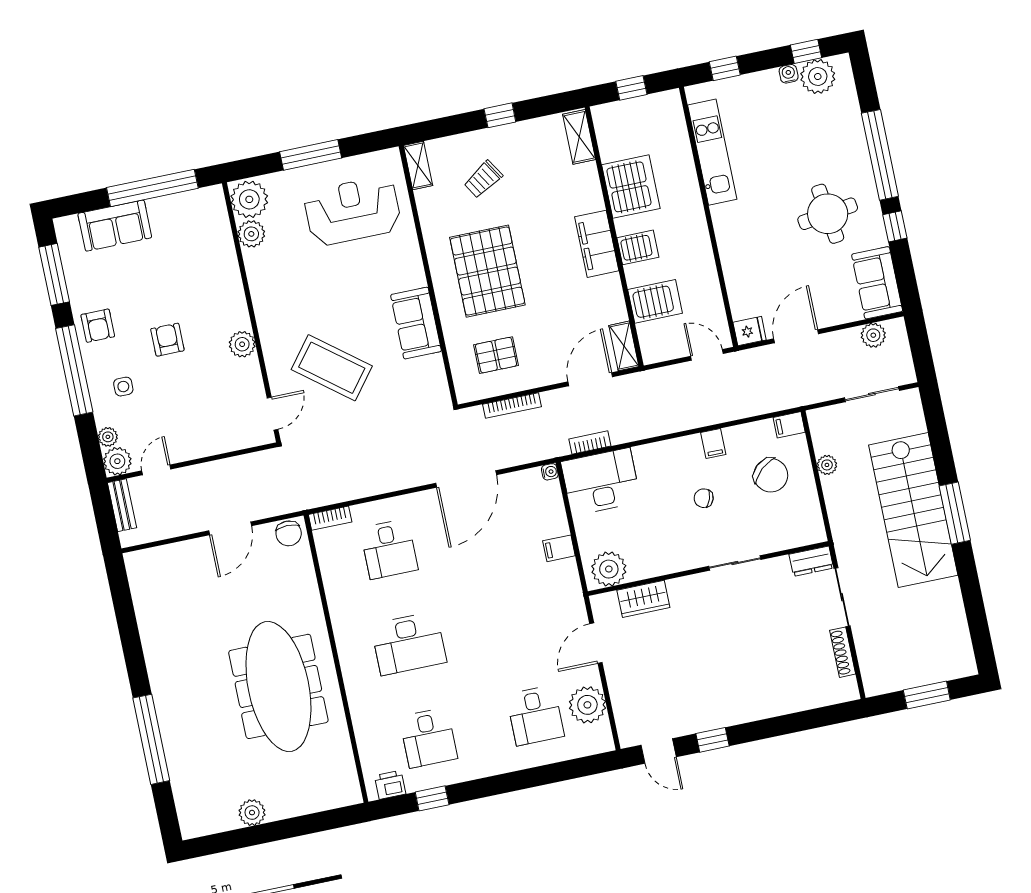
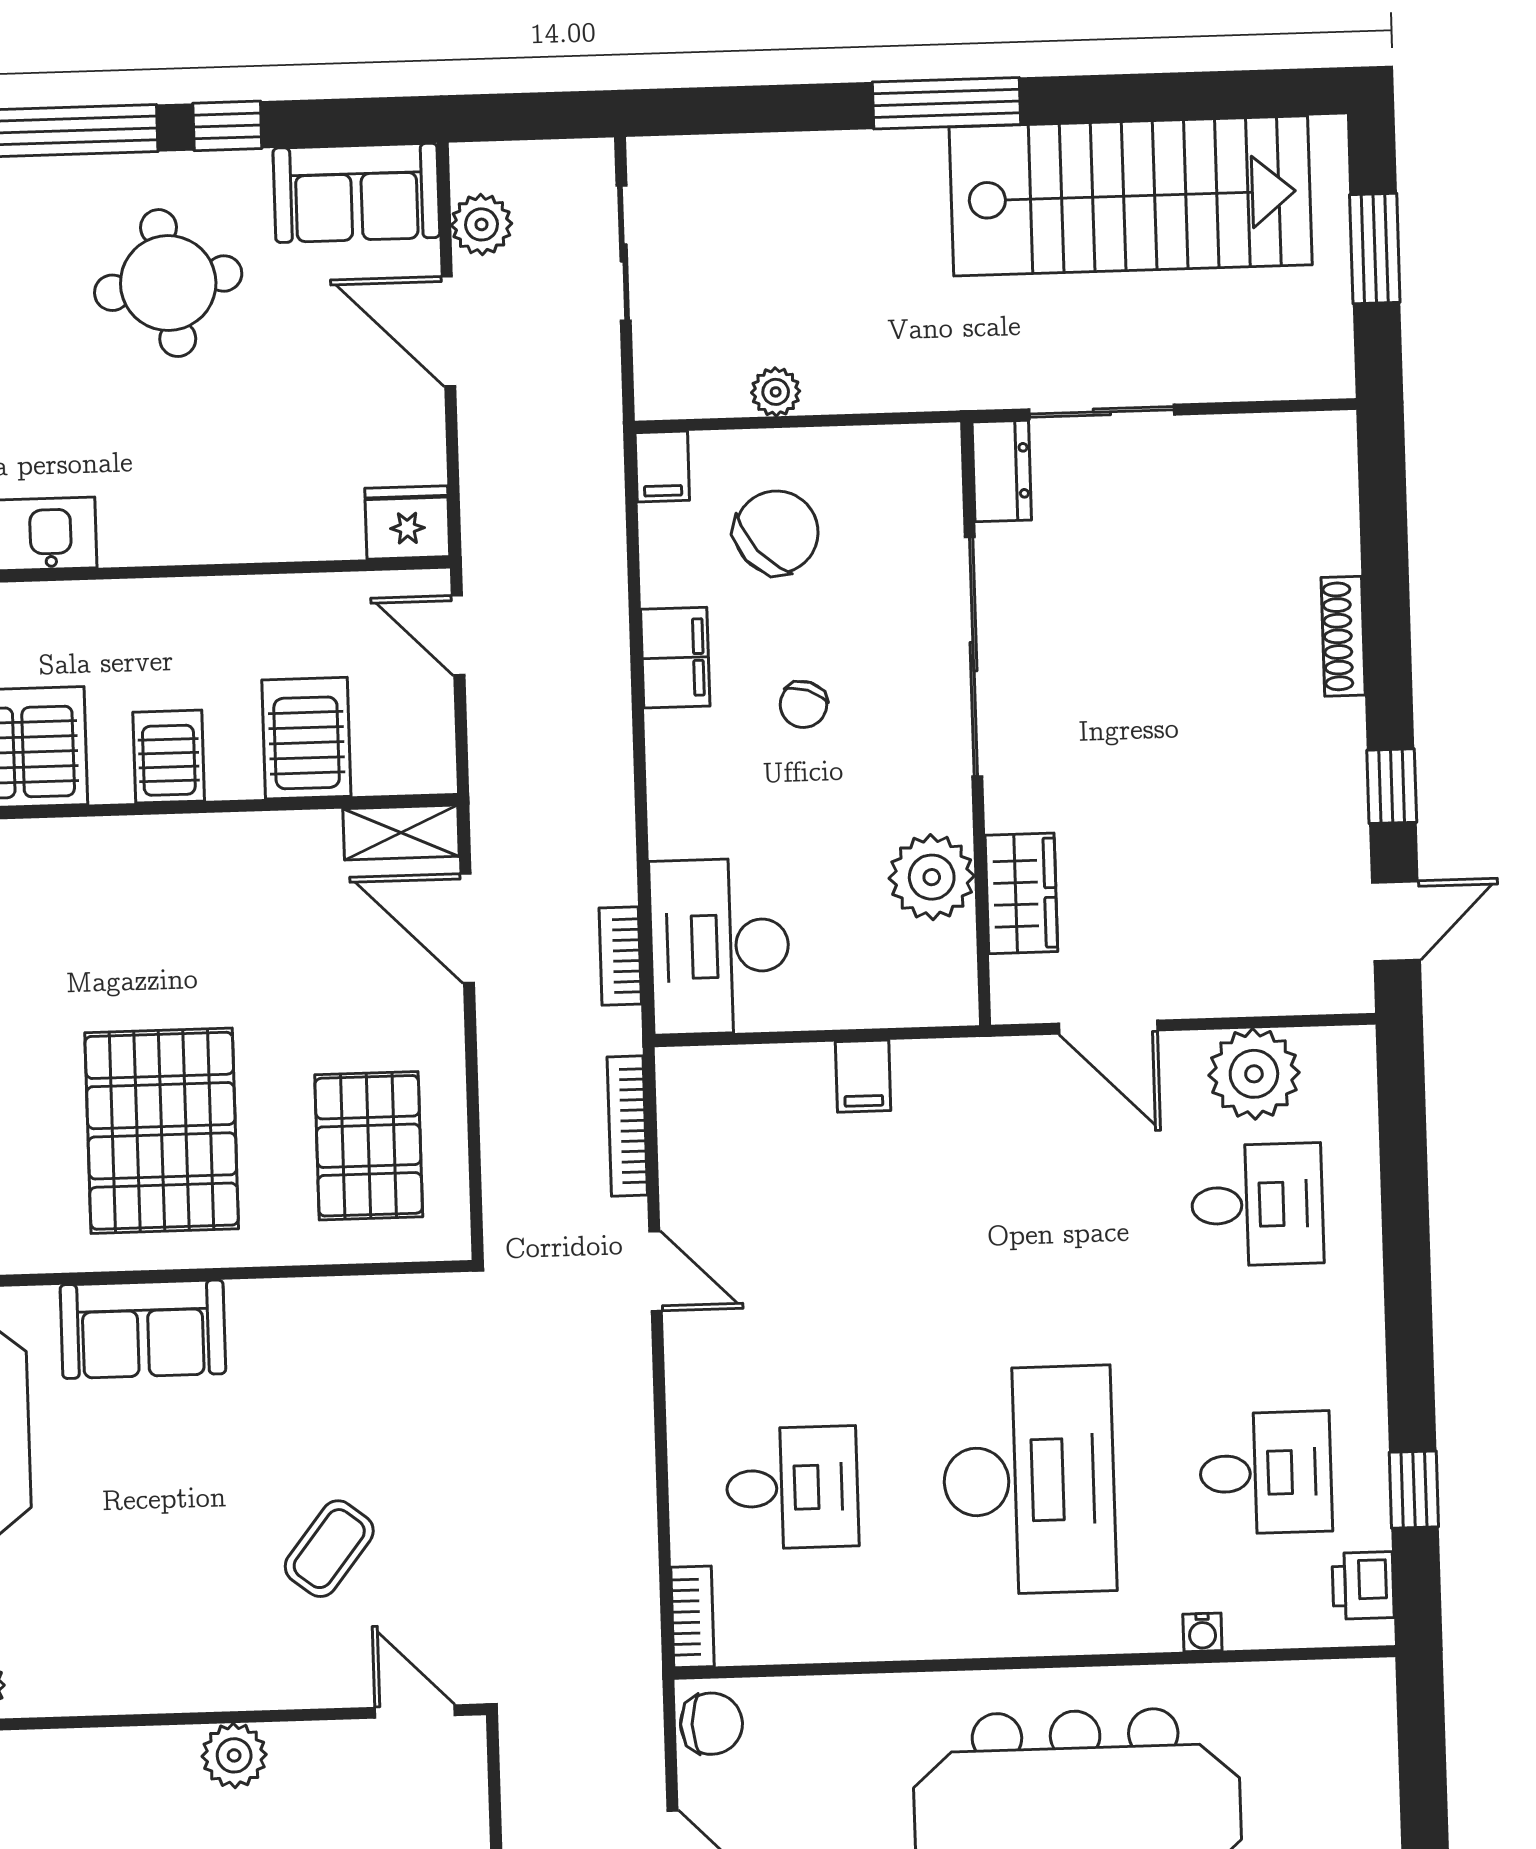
filing cabinet: (597, 244) -> (142, 855), removed
pallet: (487, 271) -> (162, 1131), turned 90
sofa: (416, 323) -> (143, 1329), moved
fridge: (750, 331) -> (407, 522), width x1.38
door: (796, 336) -> (449, 331), moved
pallet: (496, 355) -> (369, 1146), width x1.50, depth x1.42
door: (707, 355) -> (458, 635), hinge flipped
coffee table: (332, 368) -> (329, 1549), width x0.54, depth x0.58
bookcase: (512, 405) -> (627, 1126), moved, turned 180
filing cabinet: (713, 443) -> (675, 658), width x2.00
water cooler: (550, 472) -> (1202, 1632), moved, turned 180
door: (466, 479) -> (656, 1271), width x0.53
stairs: (913, 510) -> (1131, 196), moved
sliding door: (735, 563) -> (974, 657), width x1.86
plant: (609, 569) -> (932, 877), moved
desk: (409, 643) -> (1029, 1480), width x1.36, depth x1.30
shoe rack: (843, 652) -> (1343, 636), moved, turned 90

